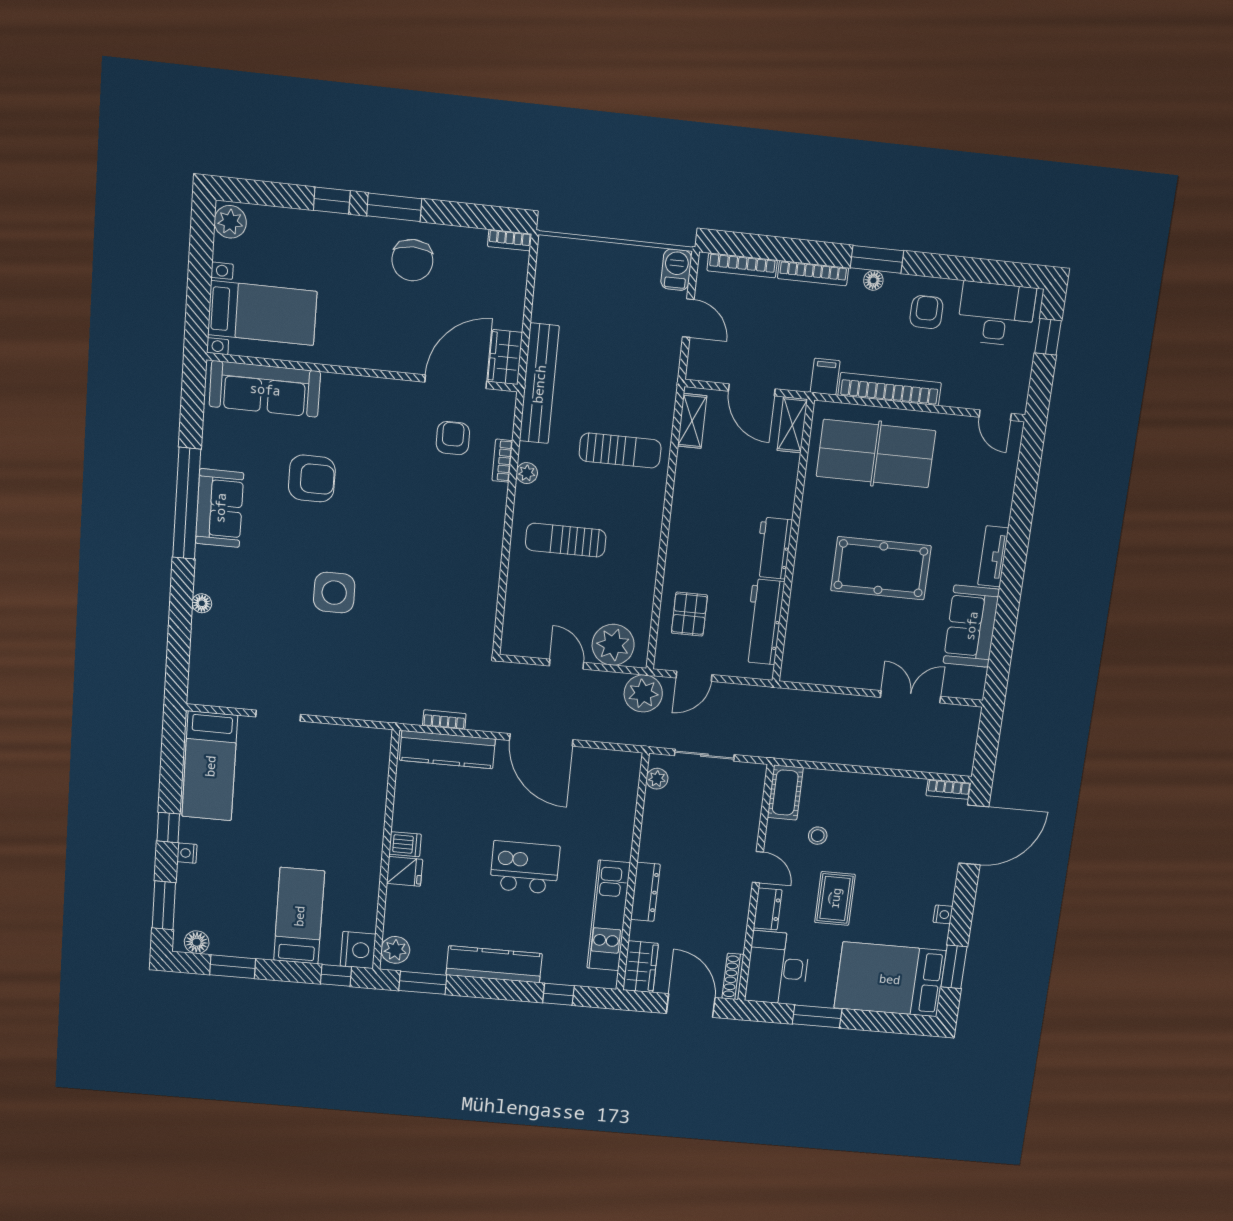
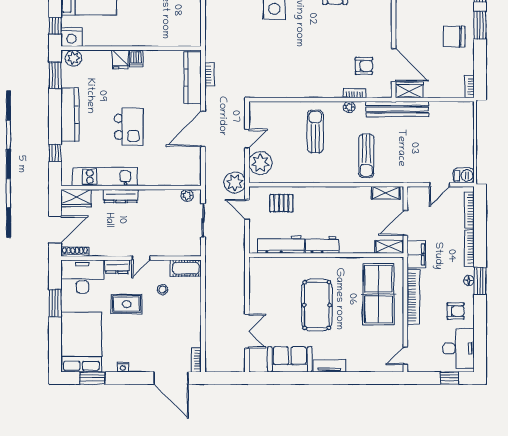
filing cabinet: (825, 377) -> (416, 254), width x2.00

